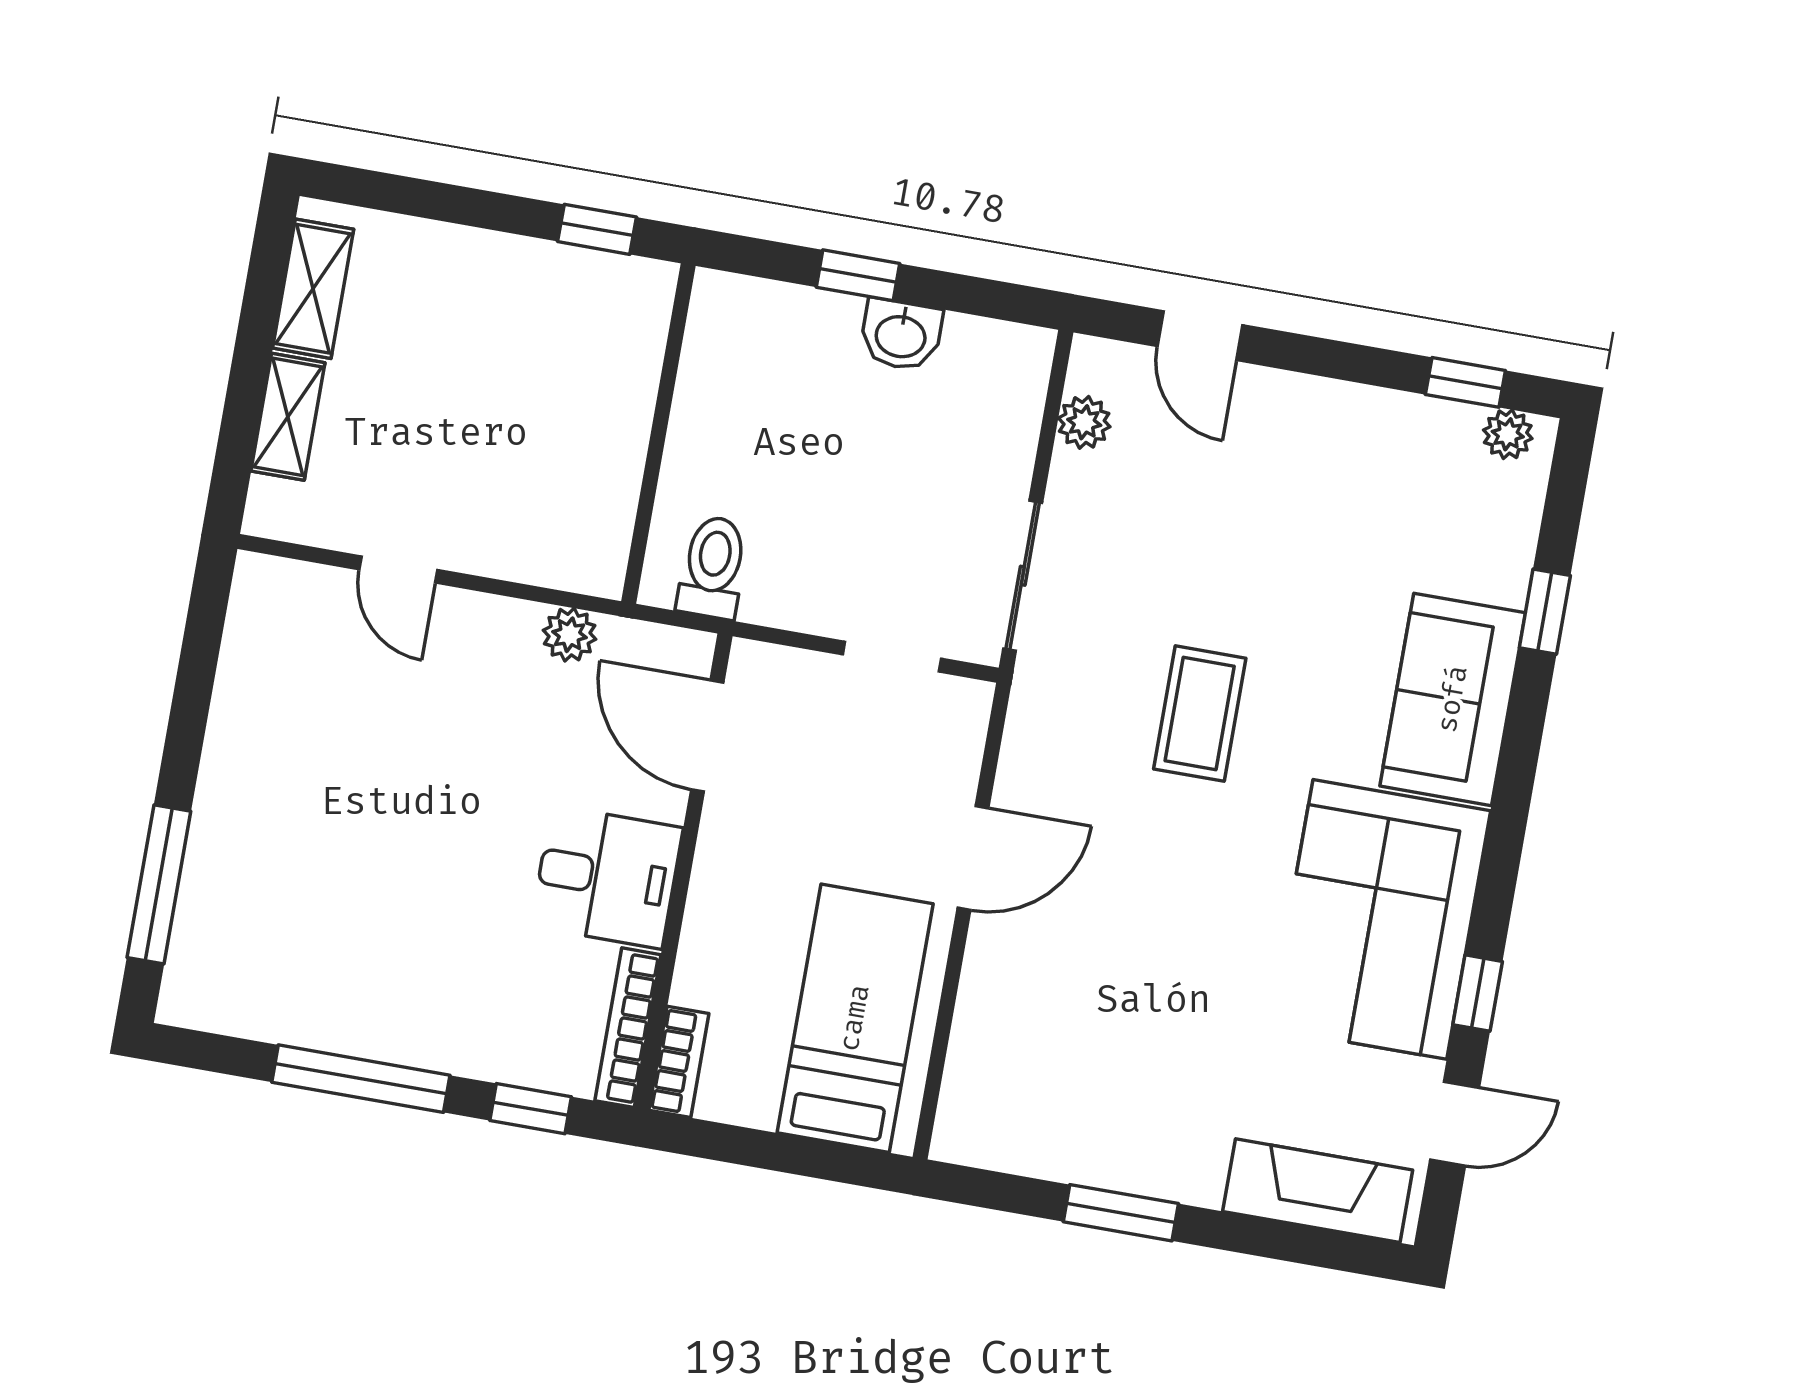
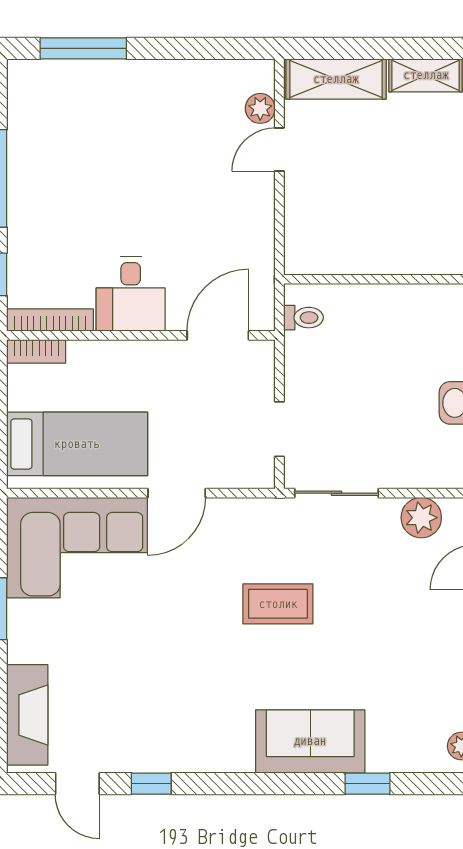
shelving: (288, 417) -> (336, 79), width x1.50, depth x1.33
plant: (1084, 422) -> (421, 518), width x1.38, depth x1.38
toilet: (713, 567) -> (303, 318), width x0.73, depth x0.72
plant: (570, 635) -> (260, 108), moved
door: (973, 858) -> (177, 493), hinge flipped
corner sofa: (1380, 919) -> (77, 548), moved, turned 180

